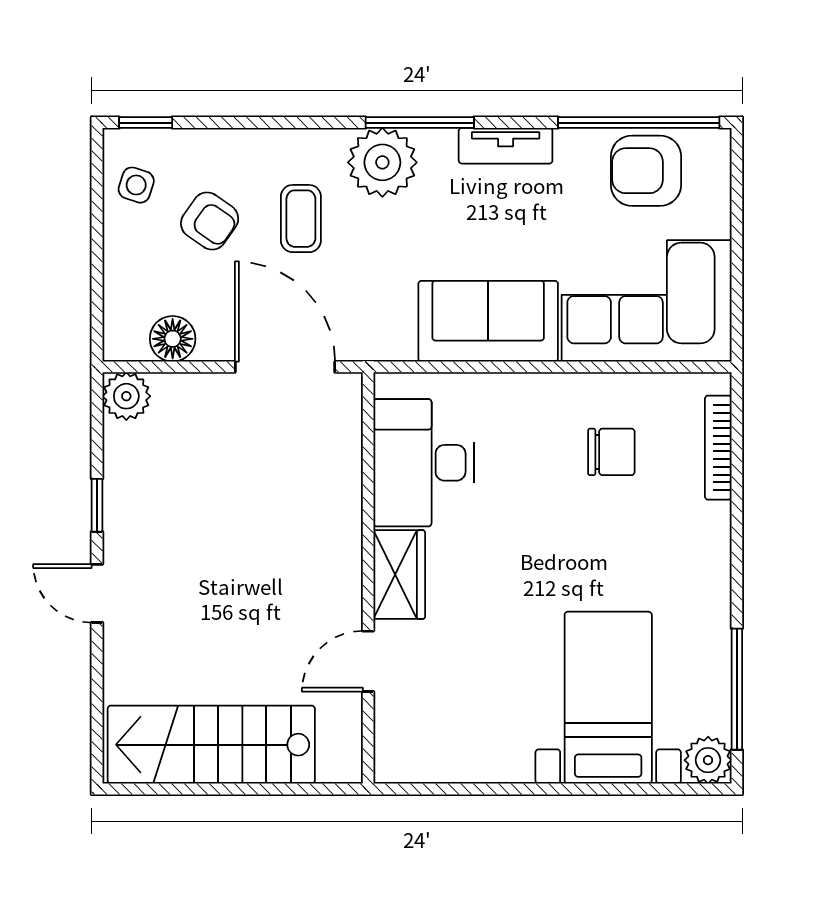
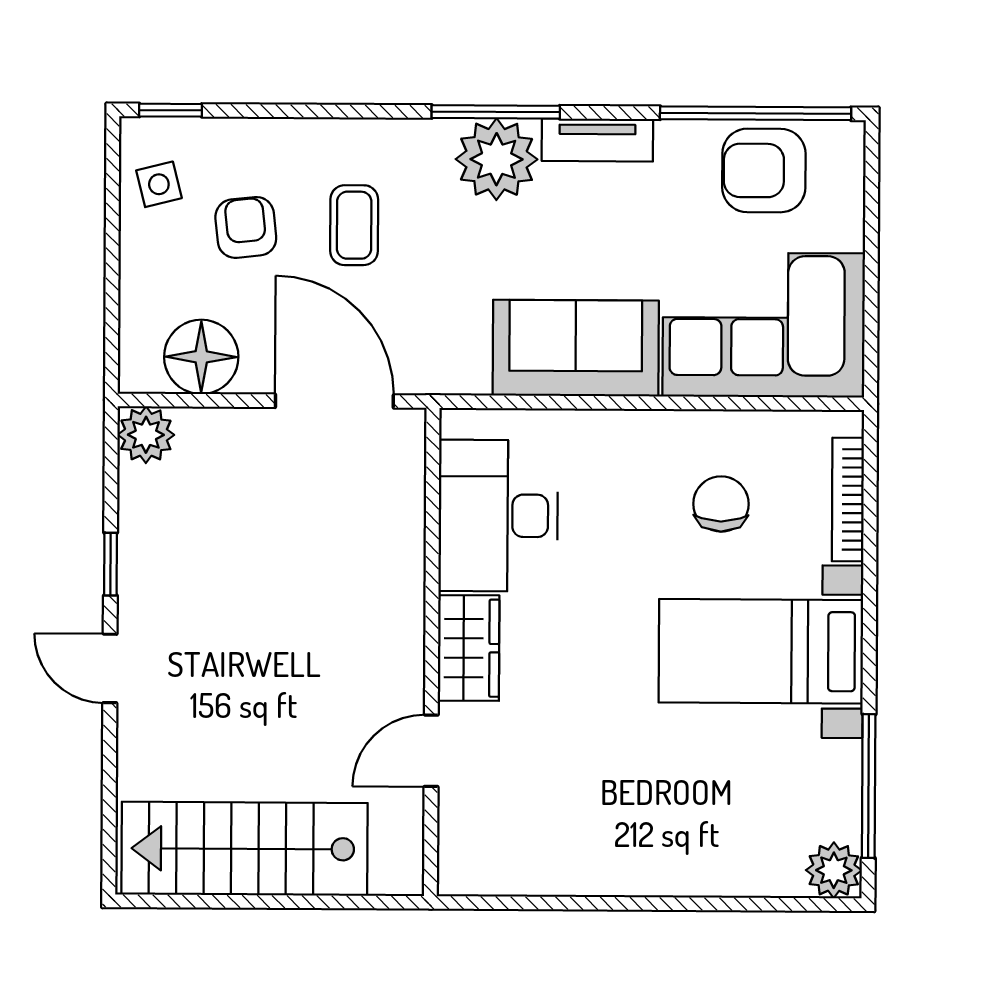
plant: (382, 162) -> (497, 159), moved
side table: (136, 185) -> (159, 184), turned -32
armchair: (210, 221) -> (246, 227), turned -131
floor lamp: (173, 339) -> (201, 357), width x1.38, depth x1.38
chair: (611, 452) -> (721, 504), turned -90
bed with nightstands: (608, 698) -> (761, 651), moved, turned -90

